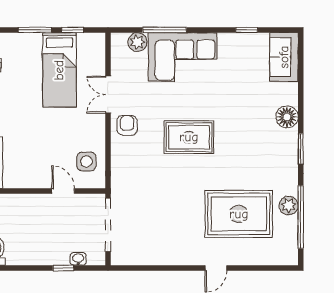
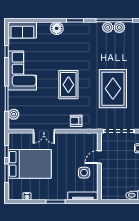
corner sofa: (183, 57) -> (22, 70), moved
bed: (59, 70) -> (30, 164), width x1.50
armchair: (127, 125) -> (76, 121), moved
side table: (86, 161) -> (84, 173), moved
rug: (239, 214) -> (113, 89), moved
plant: (288, 226) -> (119, 27), added

